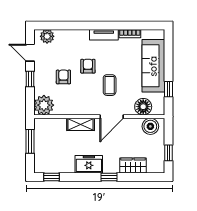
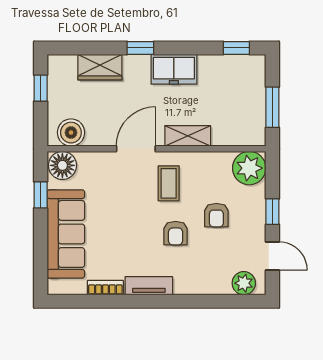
coffee table: (110, 85) -> (169, 183), moved
floor lamp: (143, 107) -> (62, 165), moved

